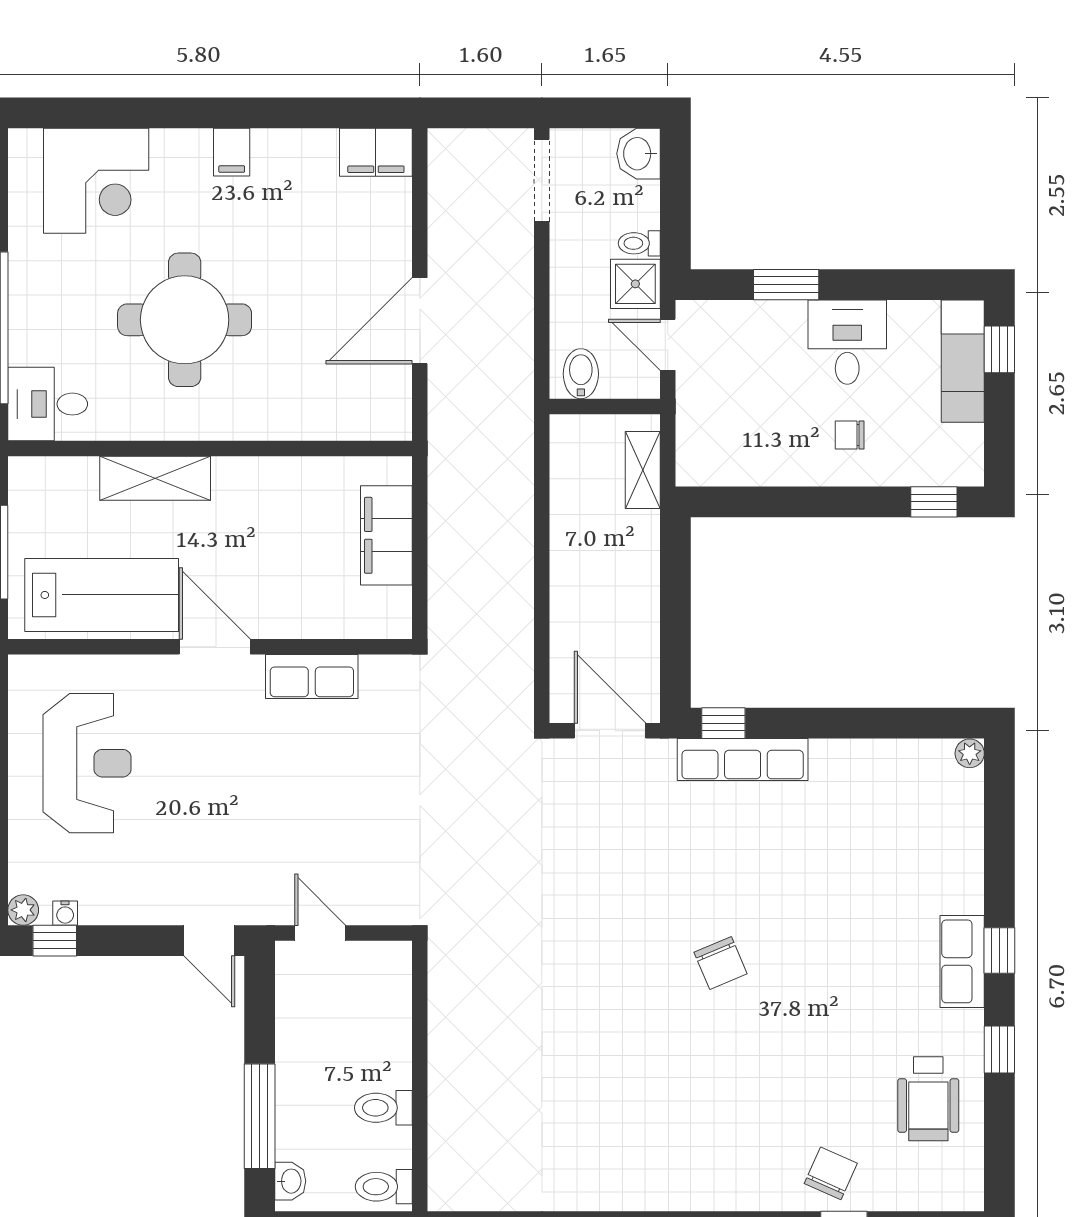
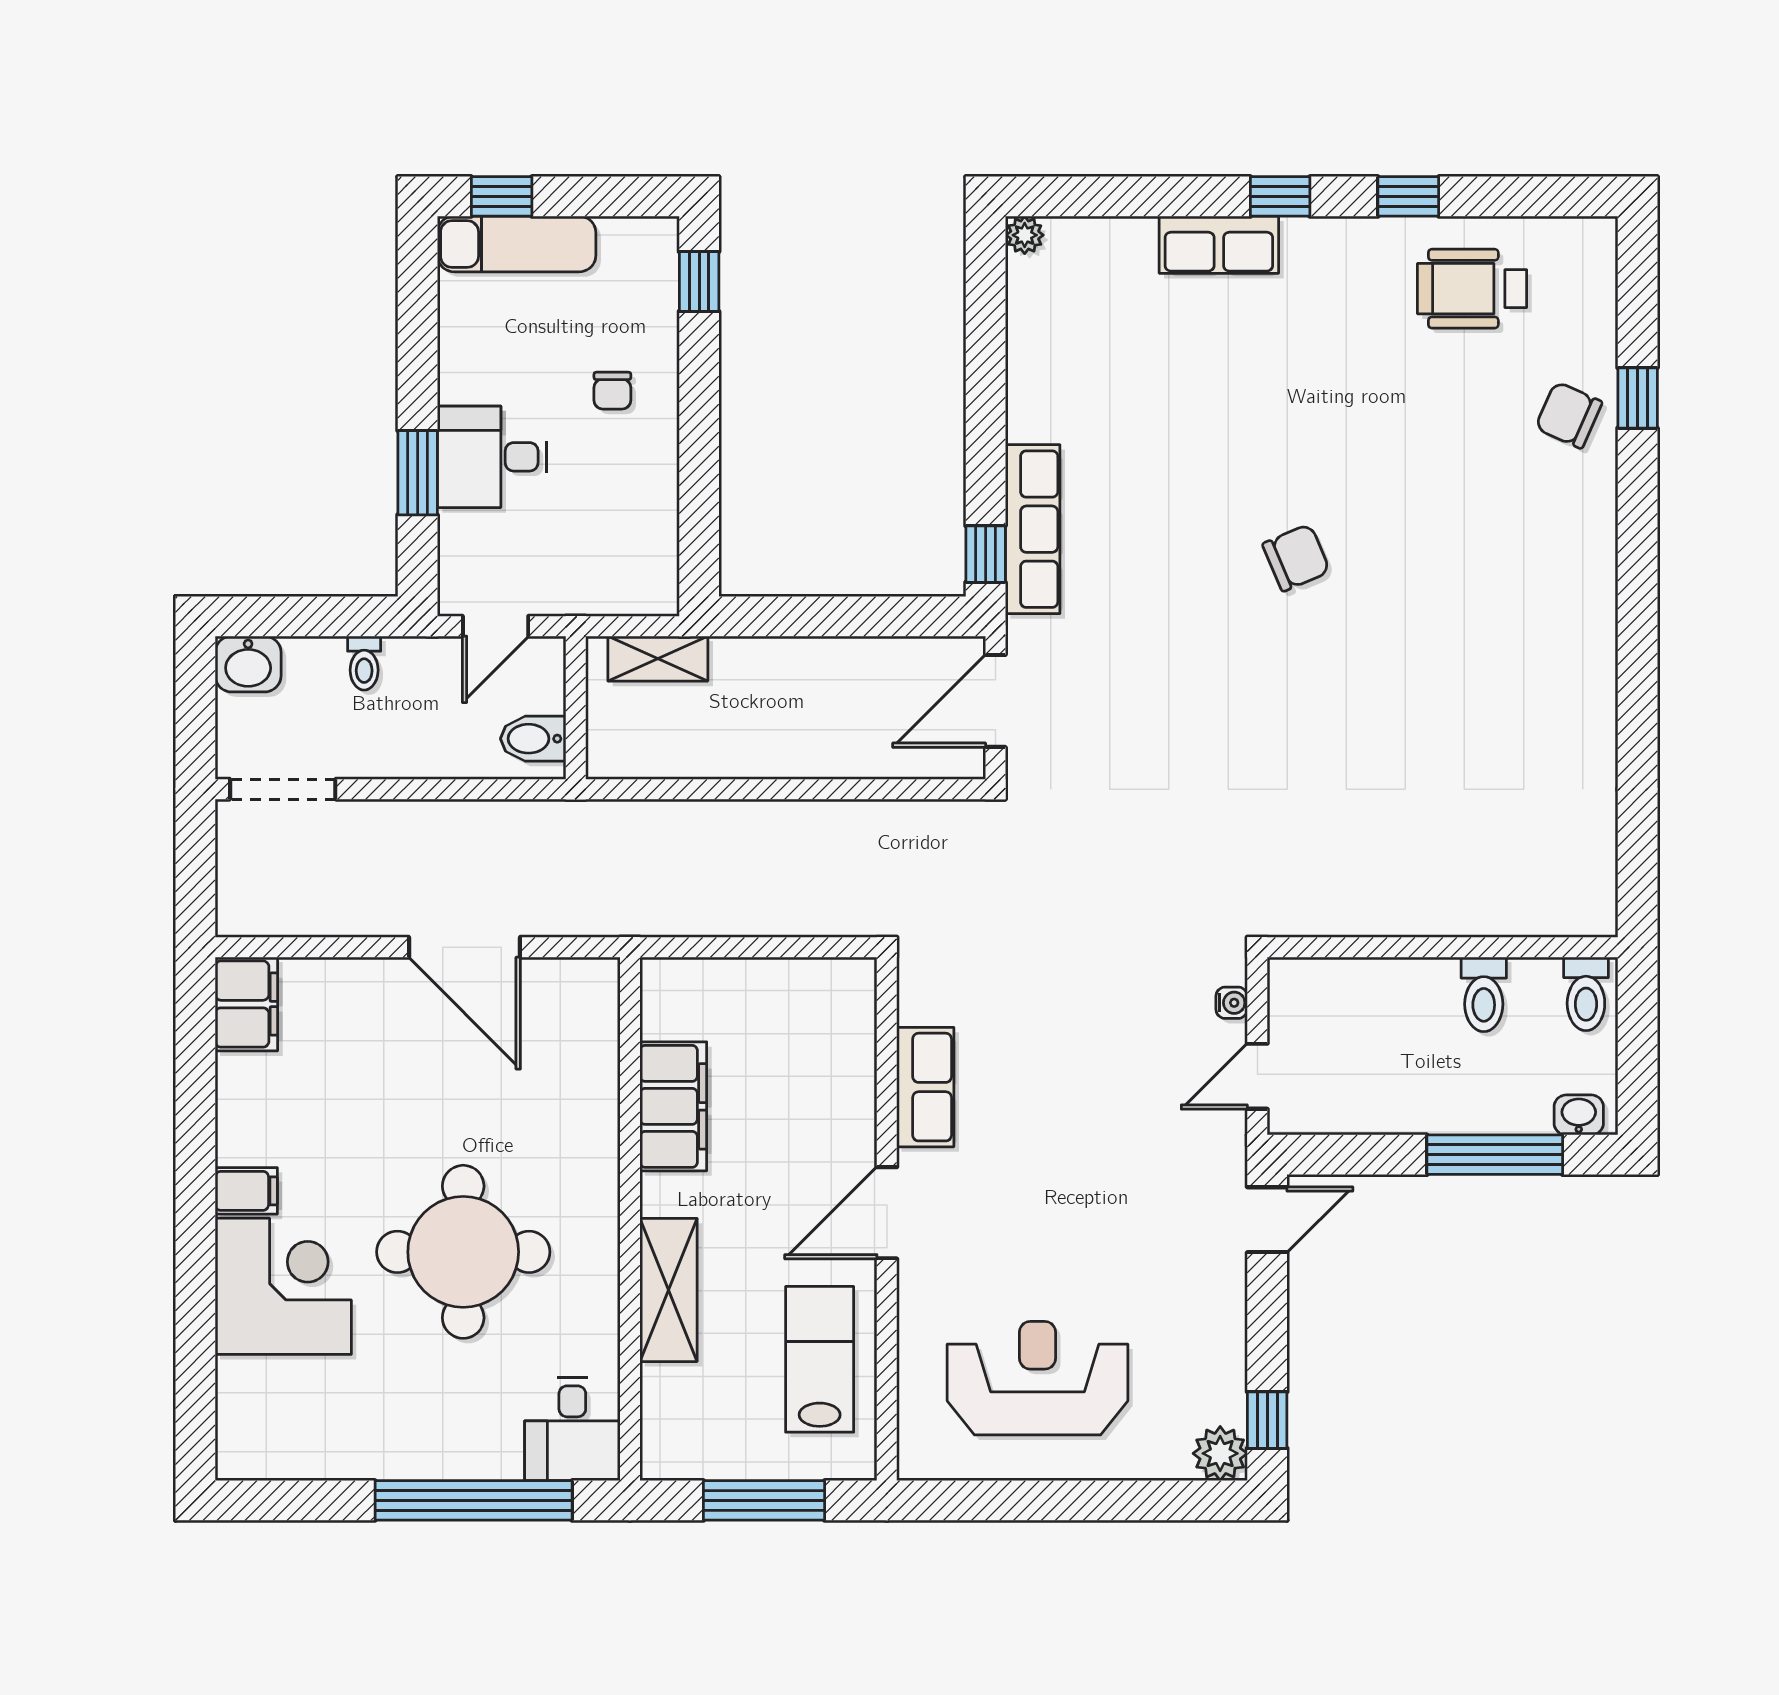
corner desk: (96, 181) -> (283, 1286), moved
shower: (635, 284) -> (417, 668), removed
desk: (847, 342) -> (492, 457), moved
filing cabinet: (386, 535) -> (673, 1106), moved, turned -90
lab bench: (102, 595) -> (820, 1359), width x0.73, depth x0.72
plant: (23, 910) -> (1220, 1453), width x1.38, depth x1.38
water cooler: (65, 913) -> (1232, 1003), moved
row of seats: (962, 961) -> (1219, 245), moved
wheelchair: (928, 1099) -> (1472, 289), turned 180

